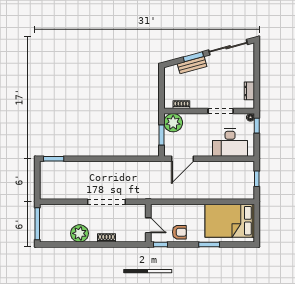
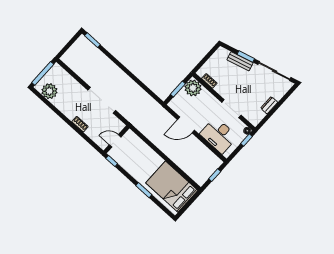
dresser: (249, 91) -> (269, 105), moved
door: (183, 159) -> (186, 125), moved
door: (148, 225) -> (115, 141), swing flipped
armchair: (179, 232) -> (132, 164), removed
plant: (80, 233) -> (49, 91), moved

